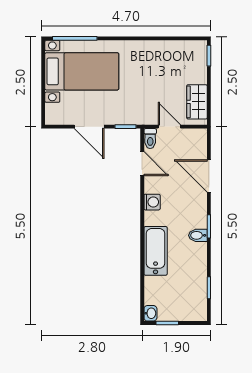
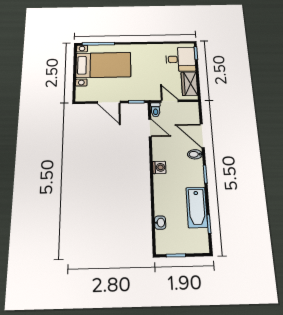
desk: (187, 65) -> (181, 59), added
washing machine: (152, 202) -> (159, 167), moved
bidet: (198, 235) -> (195, 154), moved
bathtub: (156, 251) -> (197, 207), moved, turned 180
washbasin: (150, 313) -> (160, 223), moved

